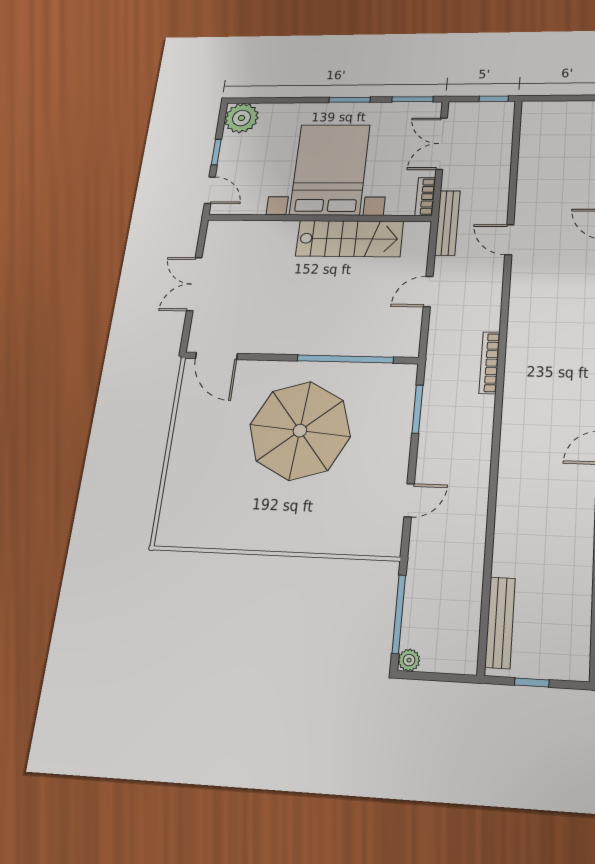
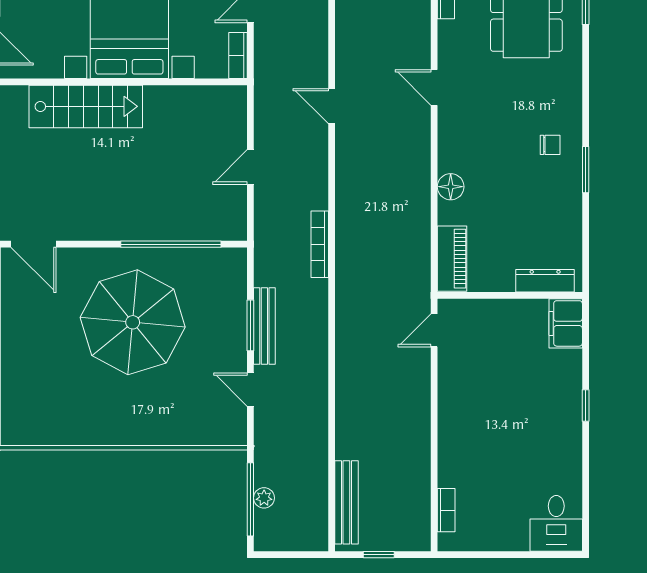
bench: (447, 223) -> (264, 326), moved
stairs: (349, 239) -> (86, 106), moved
window: (417, 409) -> (250, 325), moved
door: (409, 500) -> (250, 390), swing flipped
plant: (409, 660) -> (264, 498), moved

